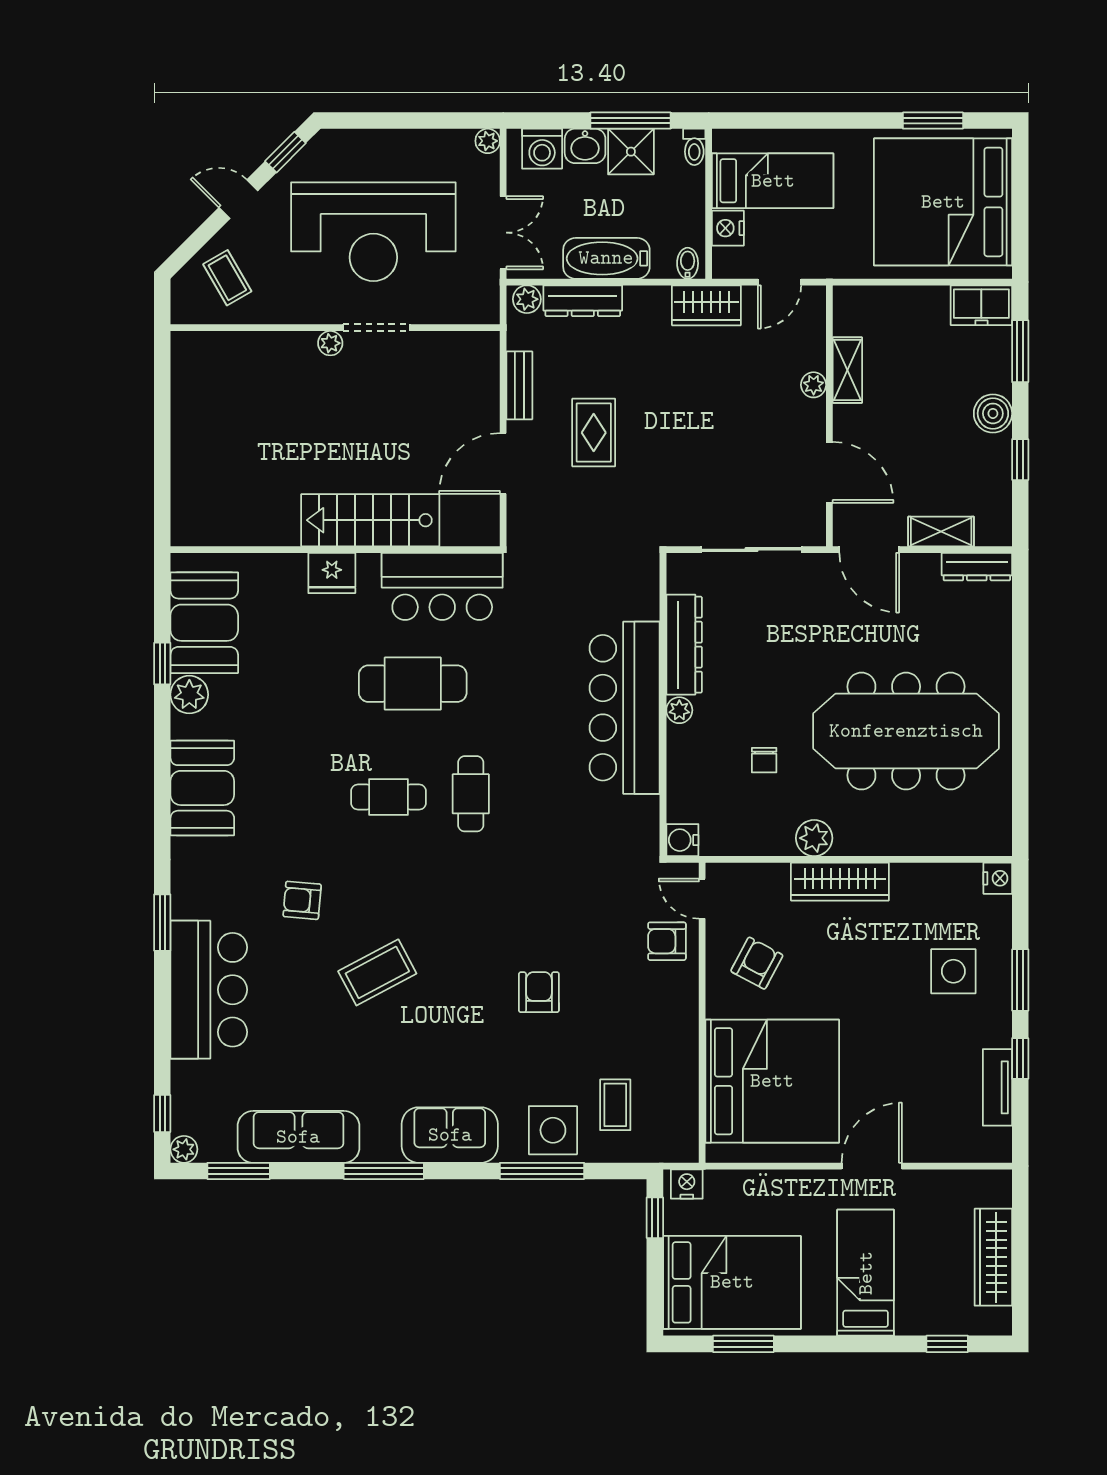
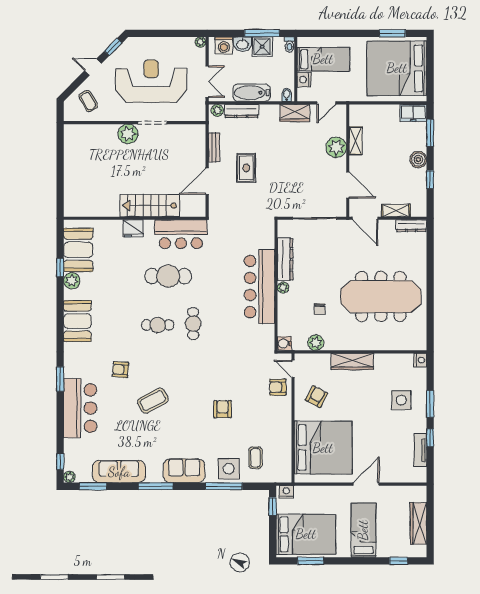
reception desk: (373, 232) -> (151, 81), turned 180
plant: (330, 343) -> (128, 134), width x1.87, depth x1.87
plant: (814, 385) -> (336, 147), width x1.88, depth x1.88
plant: (814, 838) -> (316, 343), moved

